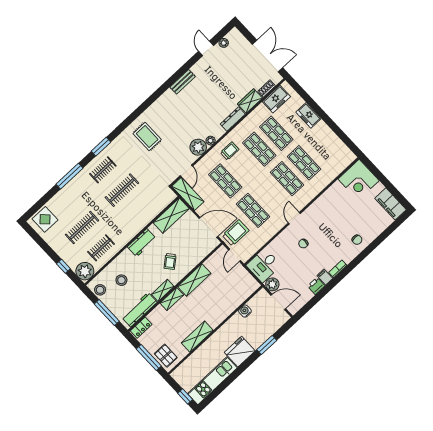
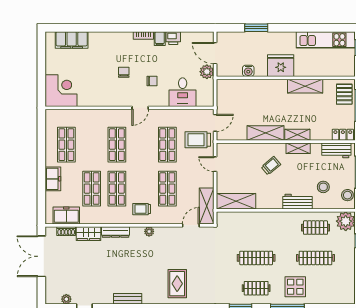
rug: (147, 137) -> (177, 284), moved
plant: (198, 147) -> (164, 235), removed
shop shelf: (304, 163) -> (66, 145), moved
filing cabinet: (390, 204) -> (72, 40), moved, turned 90
display table: (45, 219) -> (295, 287), moved
door: (208, 227) -> (215, 164), width x0.53
chair: (357, 240) -> (124, 72), moved
workbench: (142, 243) -> (297, 202), moved
desk: (264, 265) -> (183, 92), moved, turned 90
workbench: (139, 310) -> (336, 150), width x0.73
fridge: (240, 352) -> (281, 66), moved, turned 180

